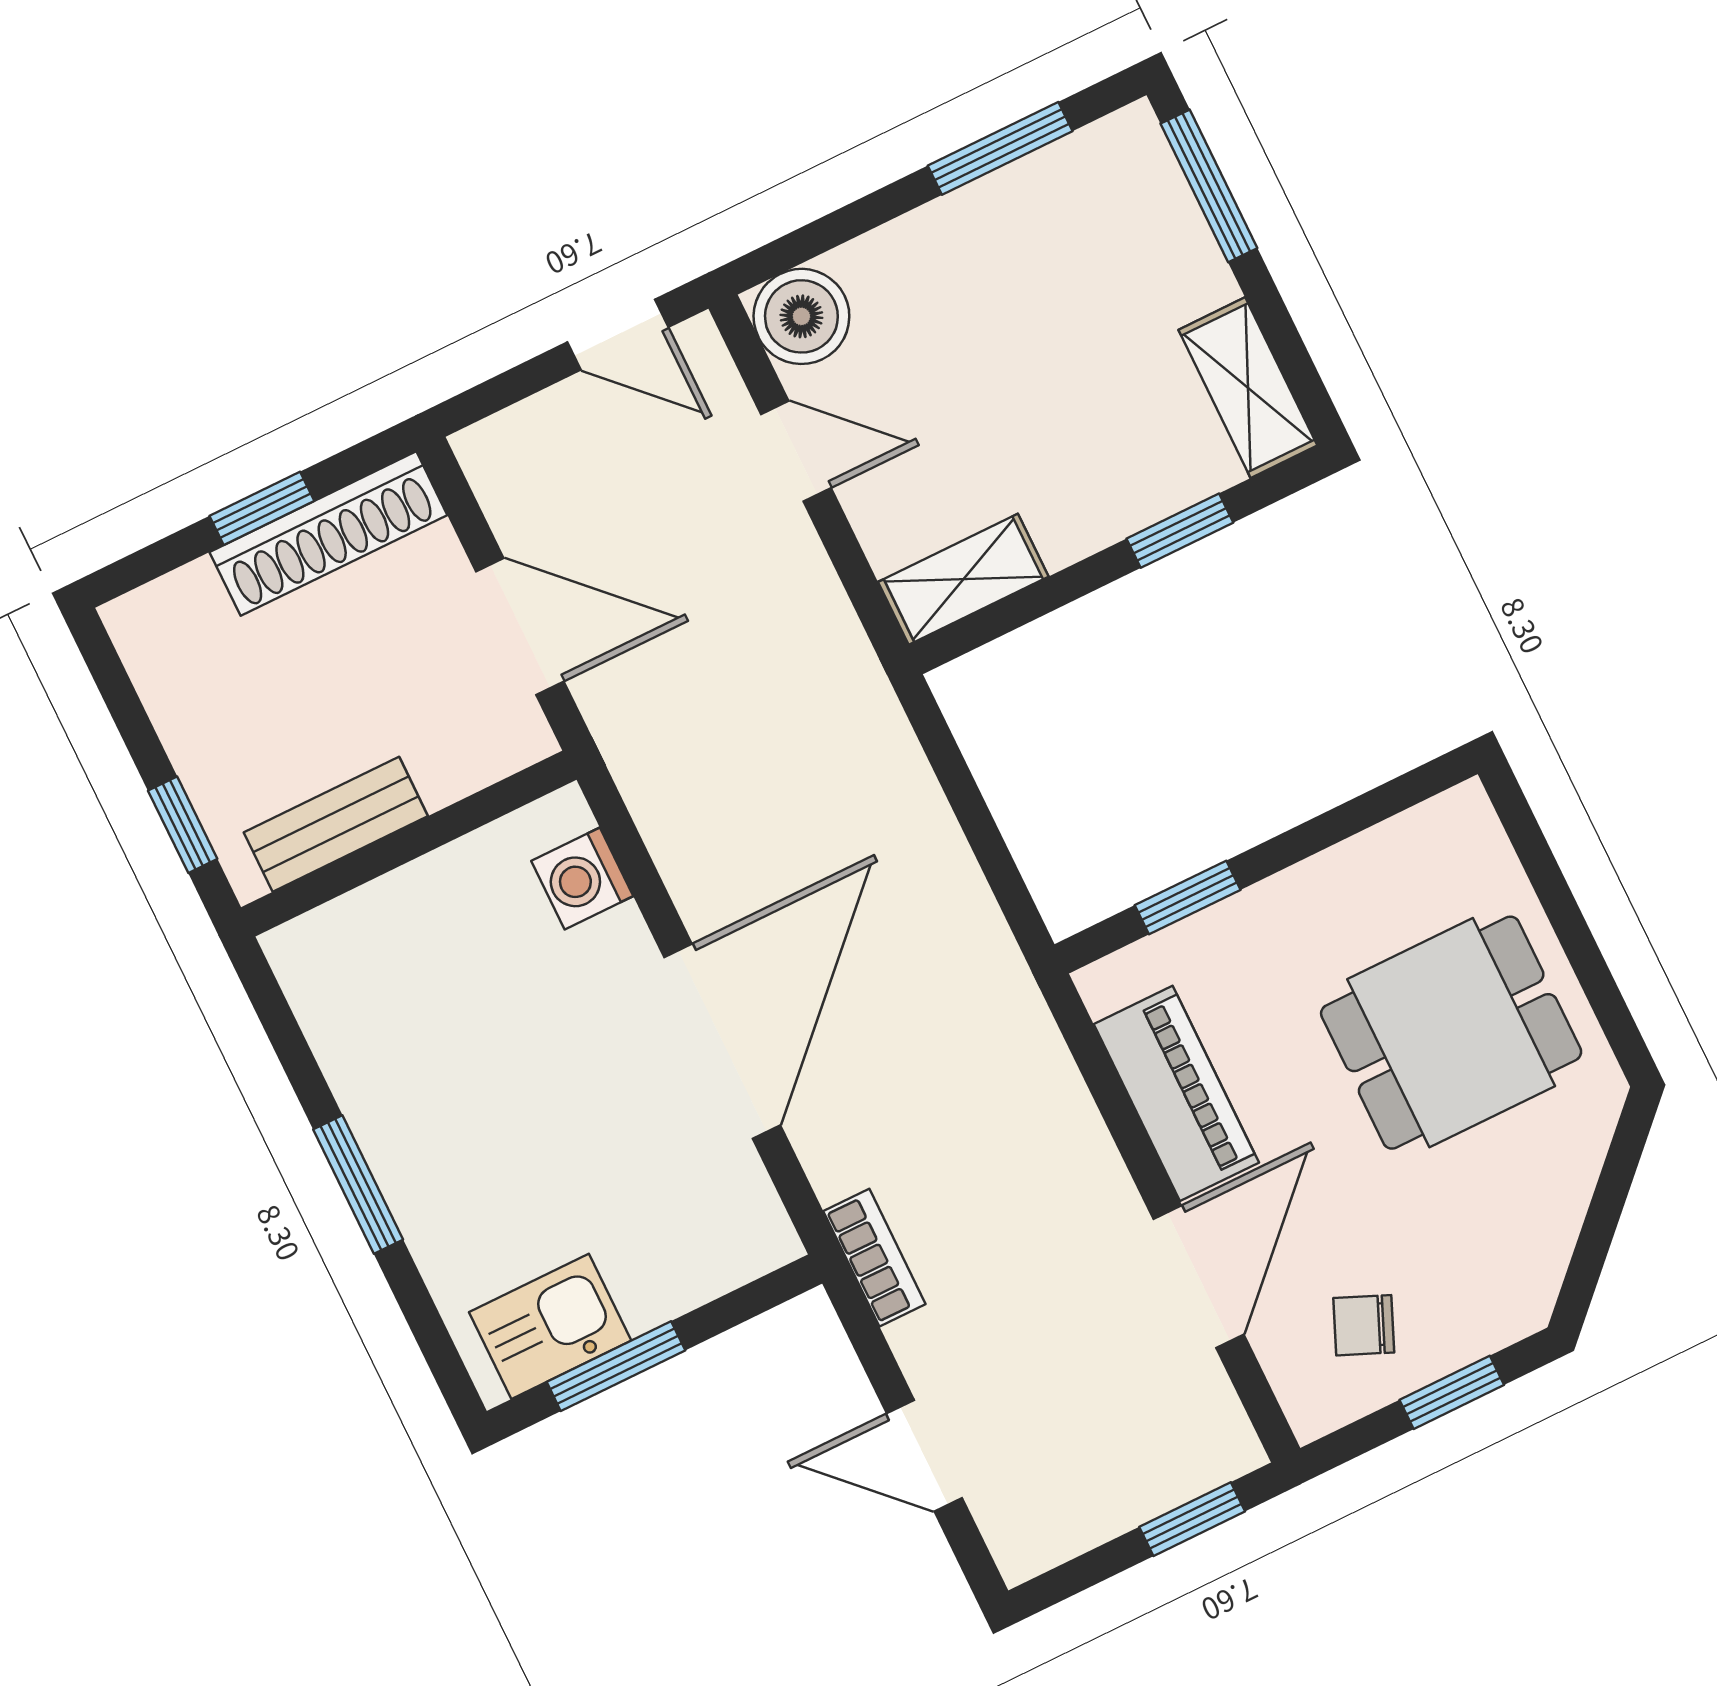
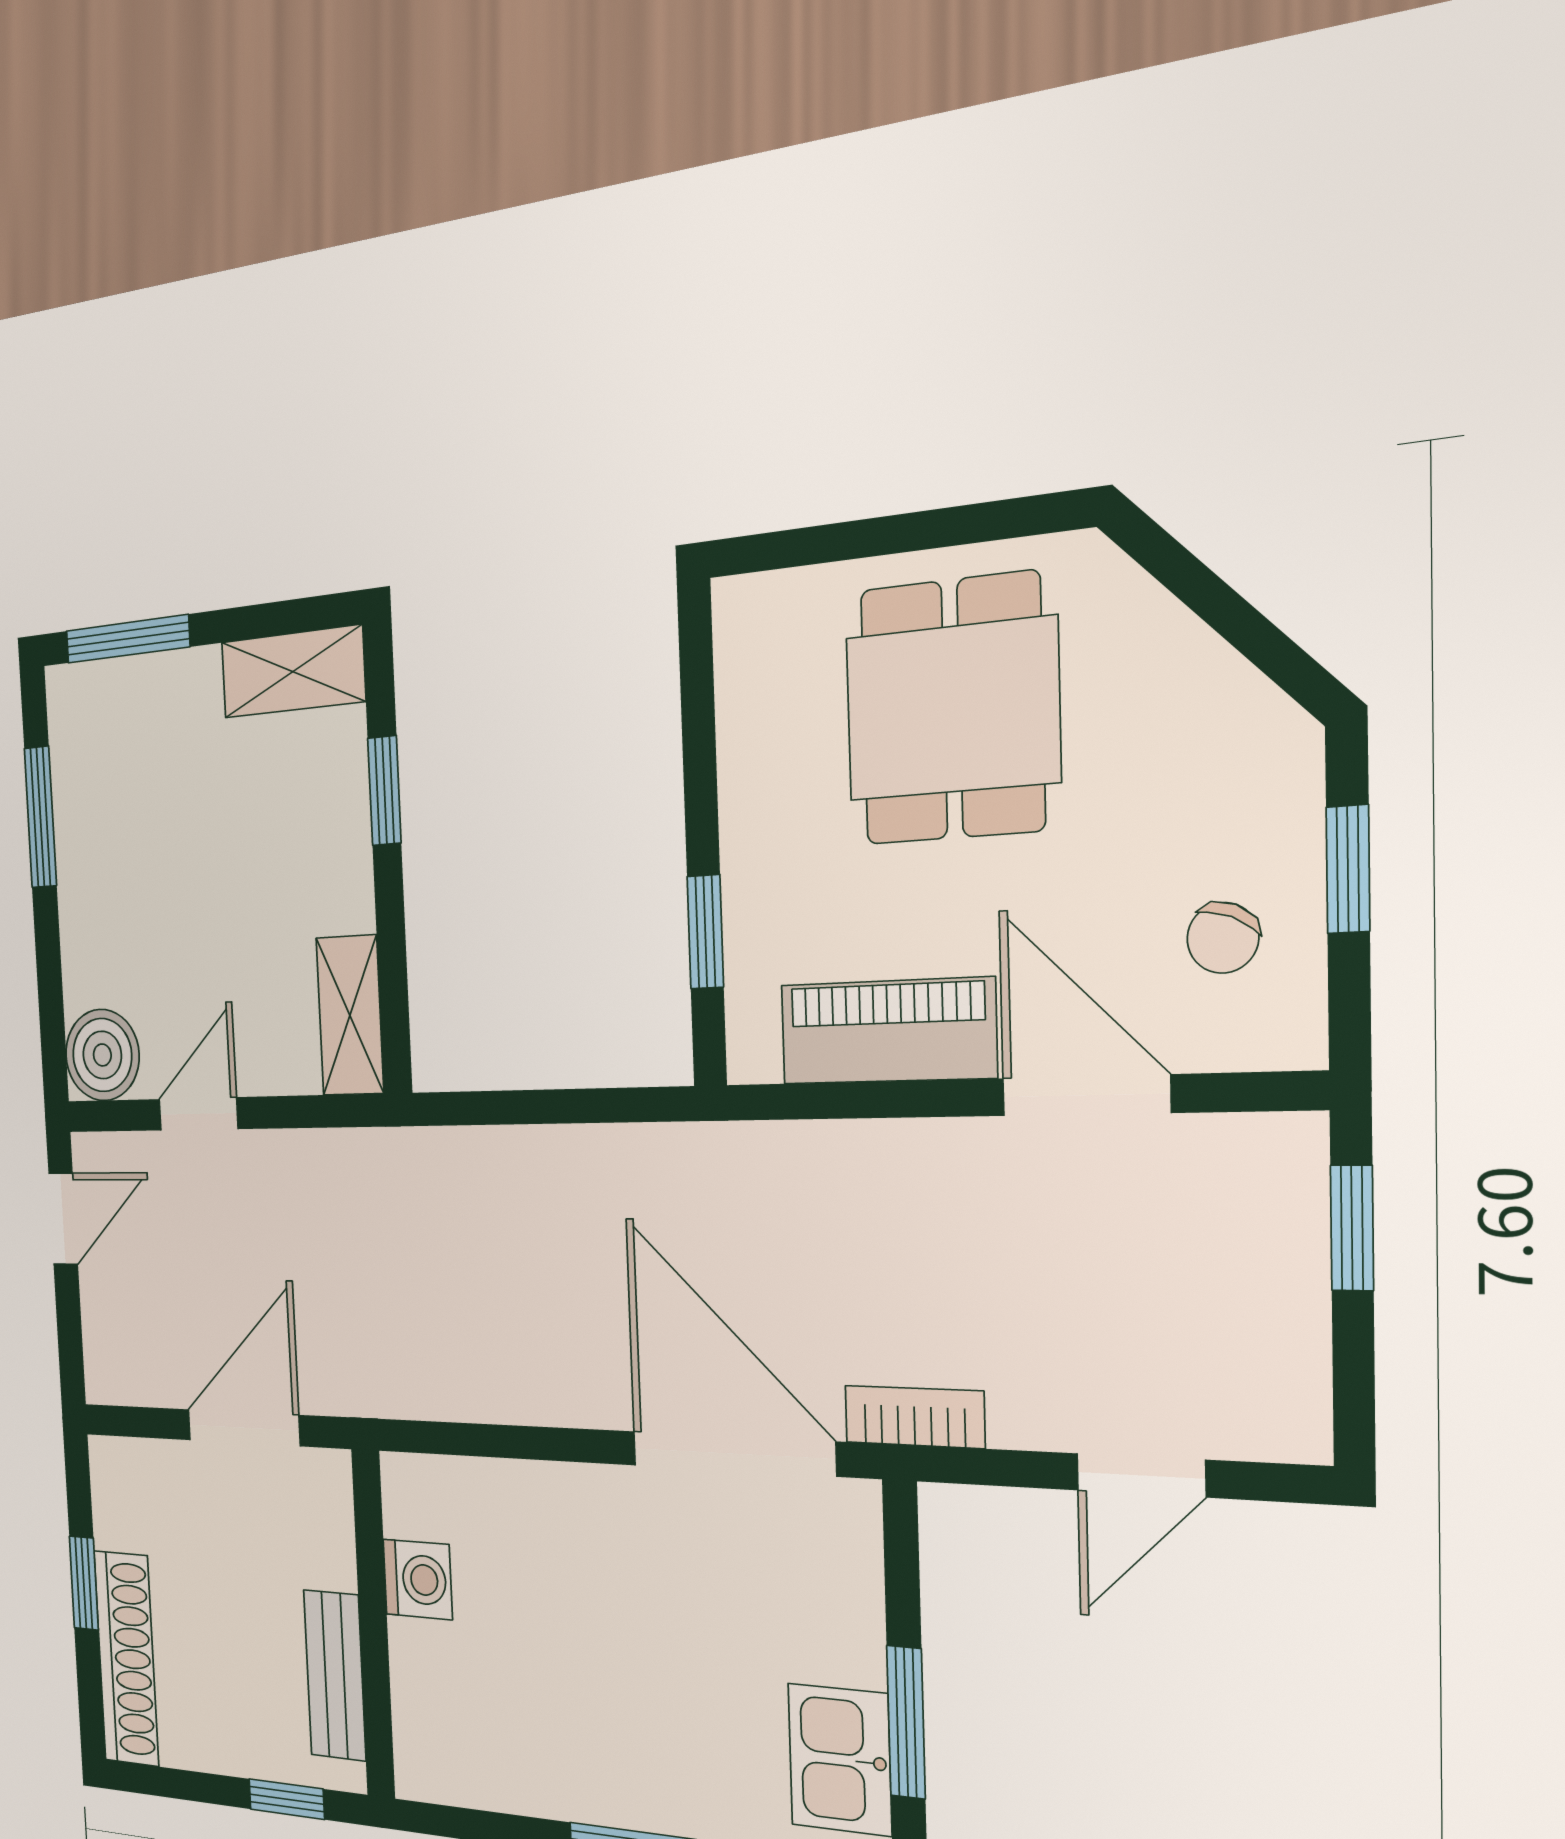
shoe rack: (328, 534) -> (126, 1659), moved
washing machine: (582, 878) -> (418, 1579), moved, turned -90
door: (722, 1041) -> (733, 1454), moved

